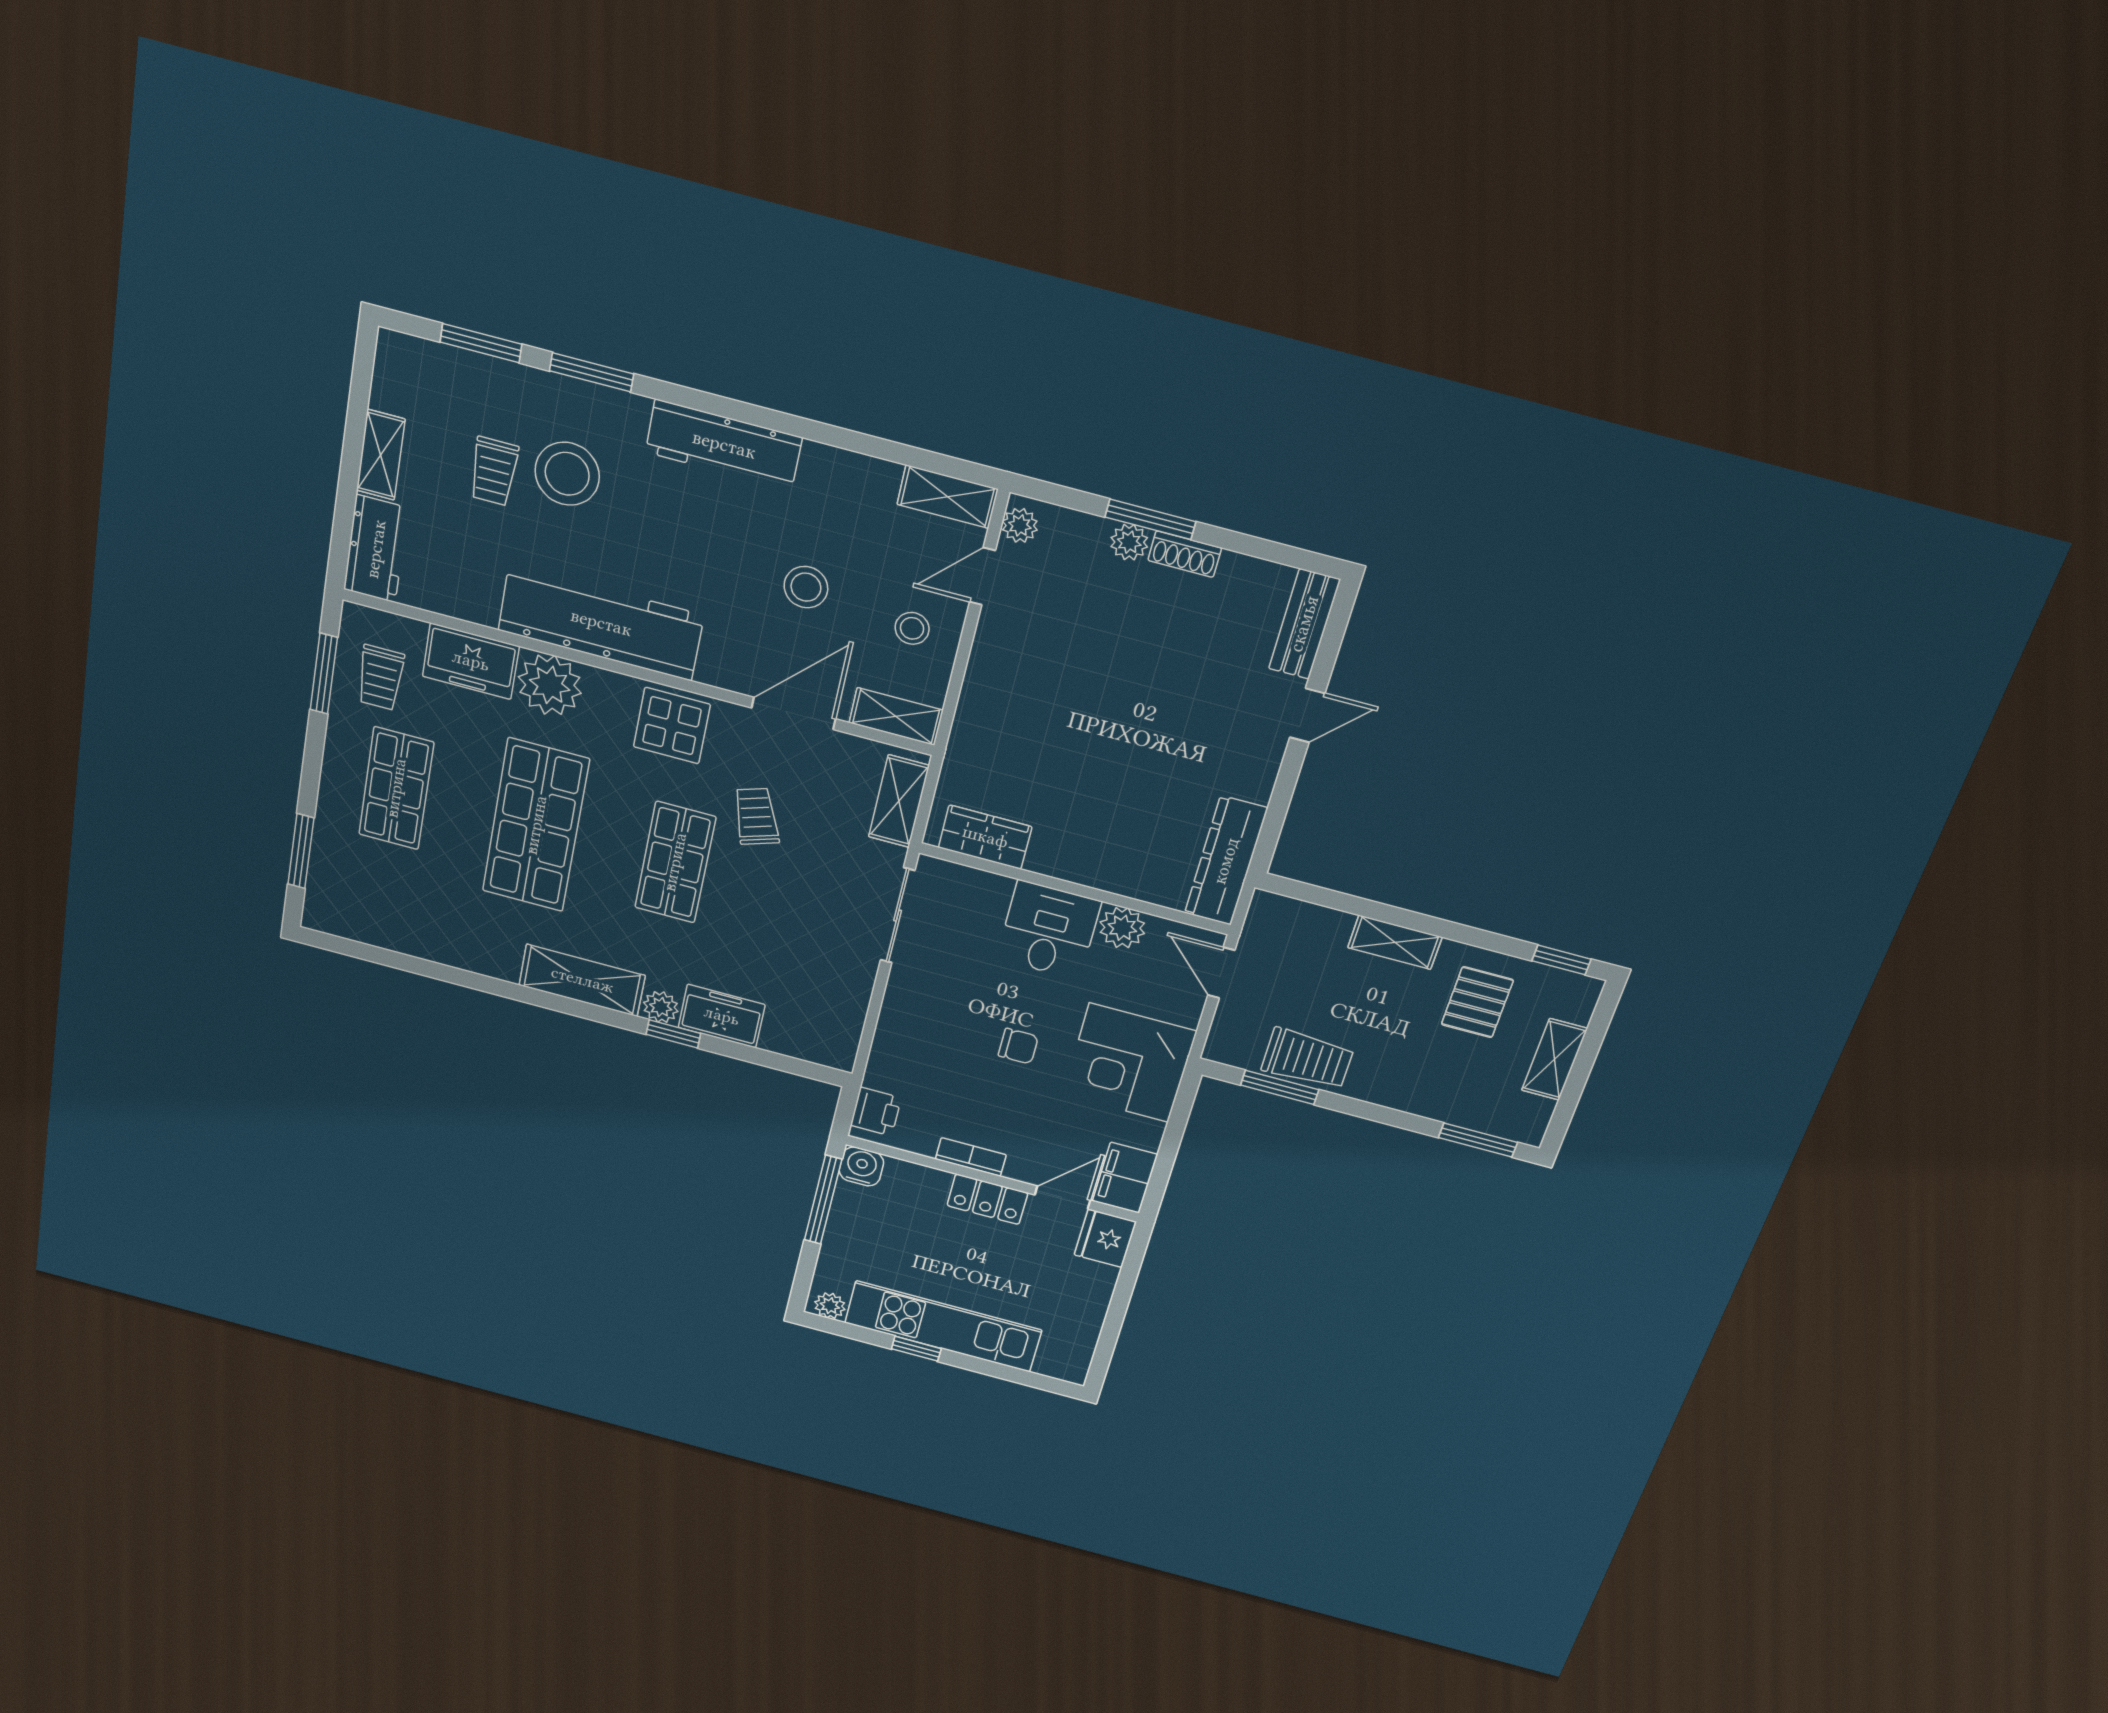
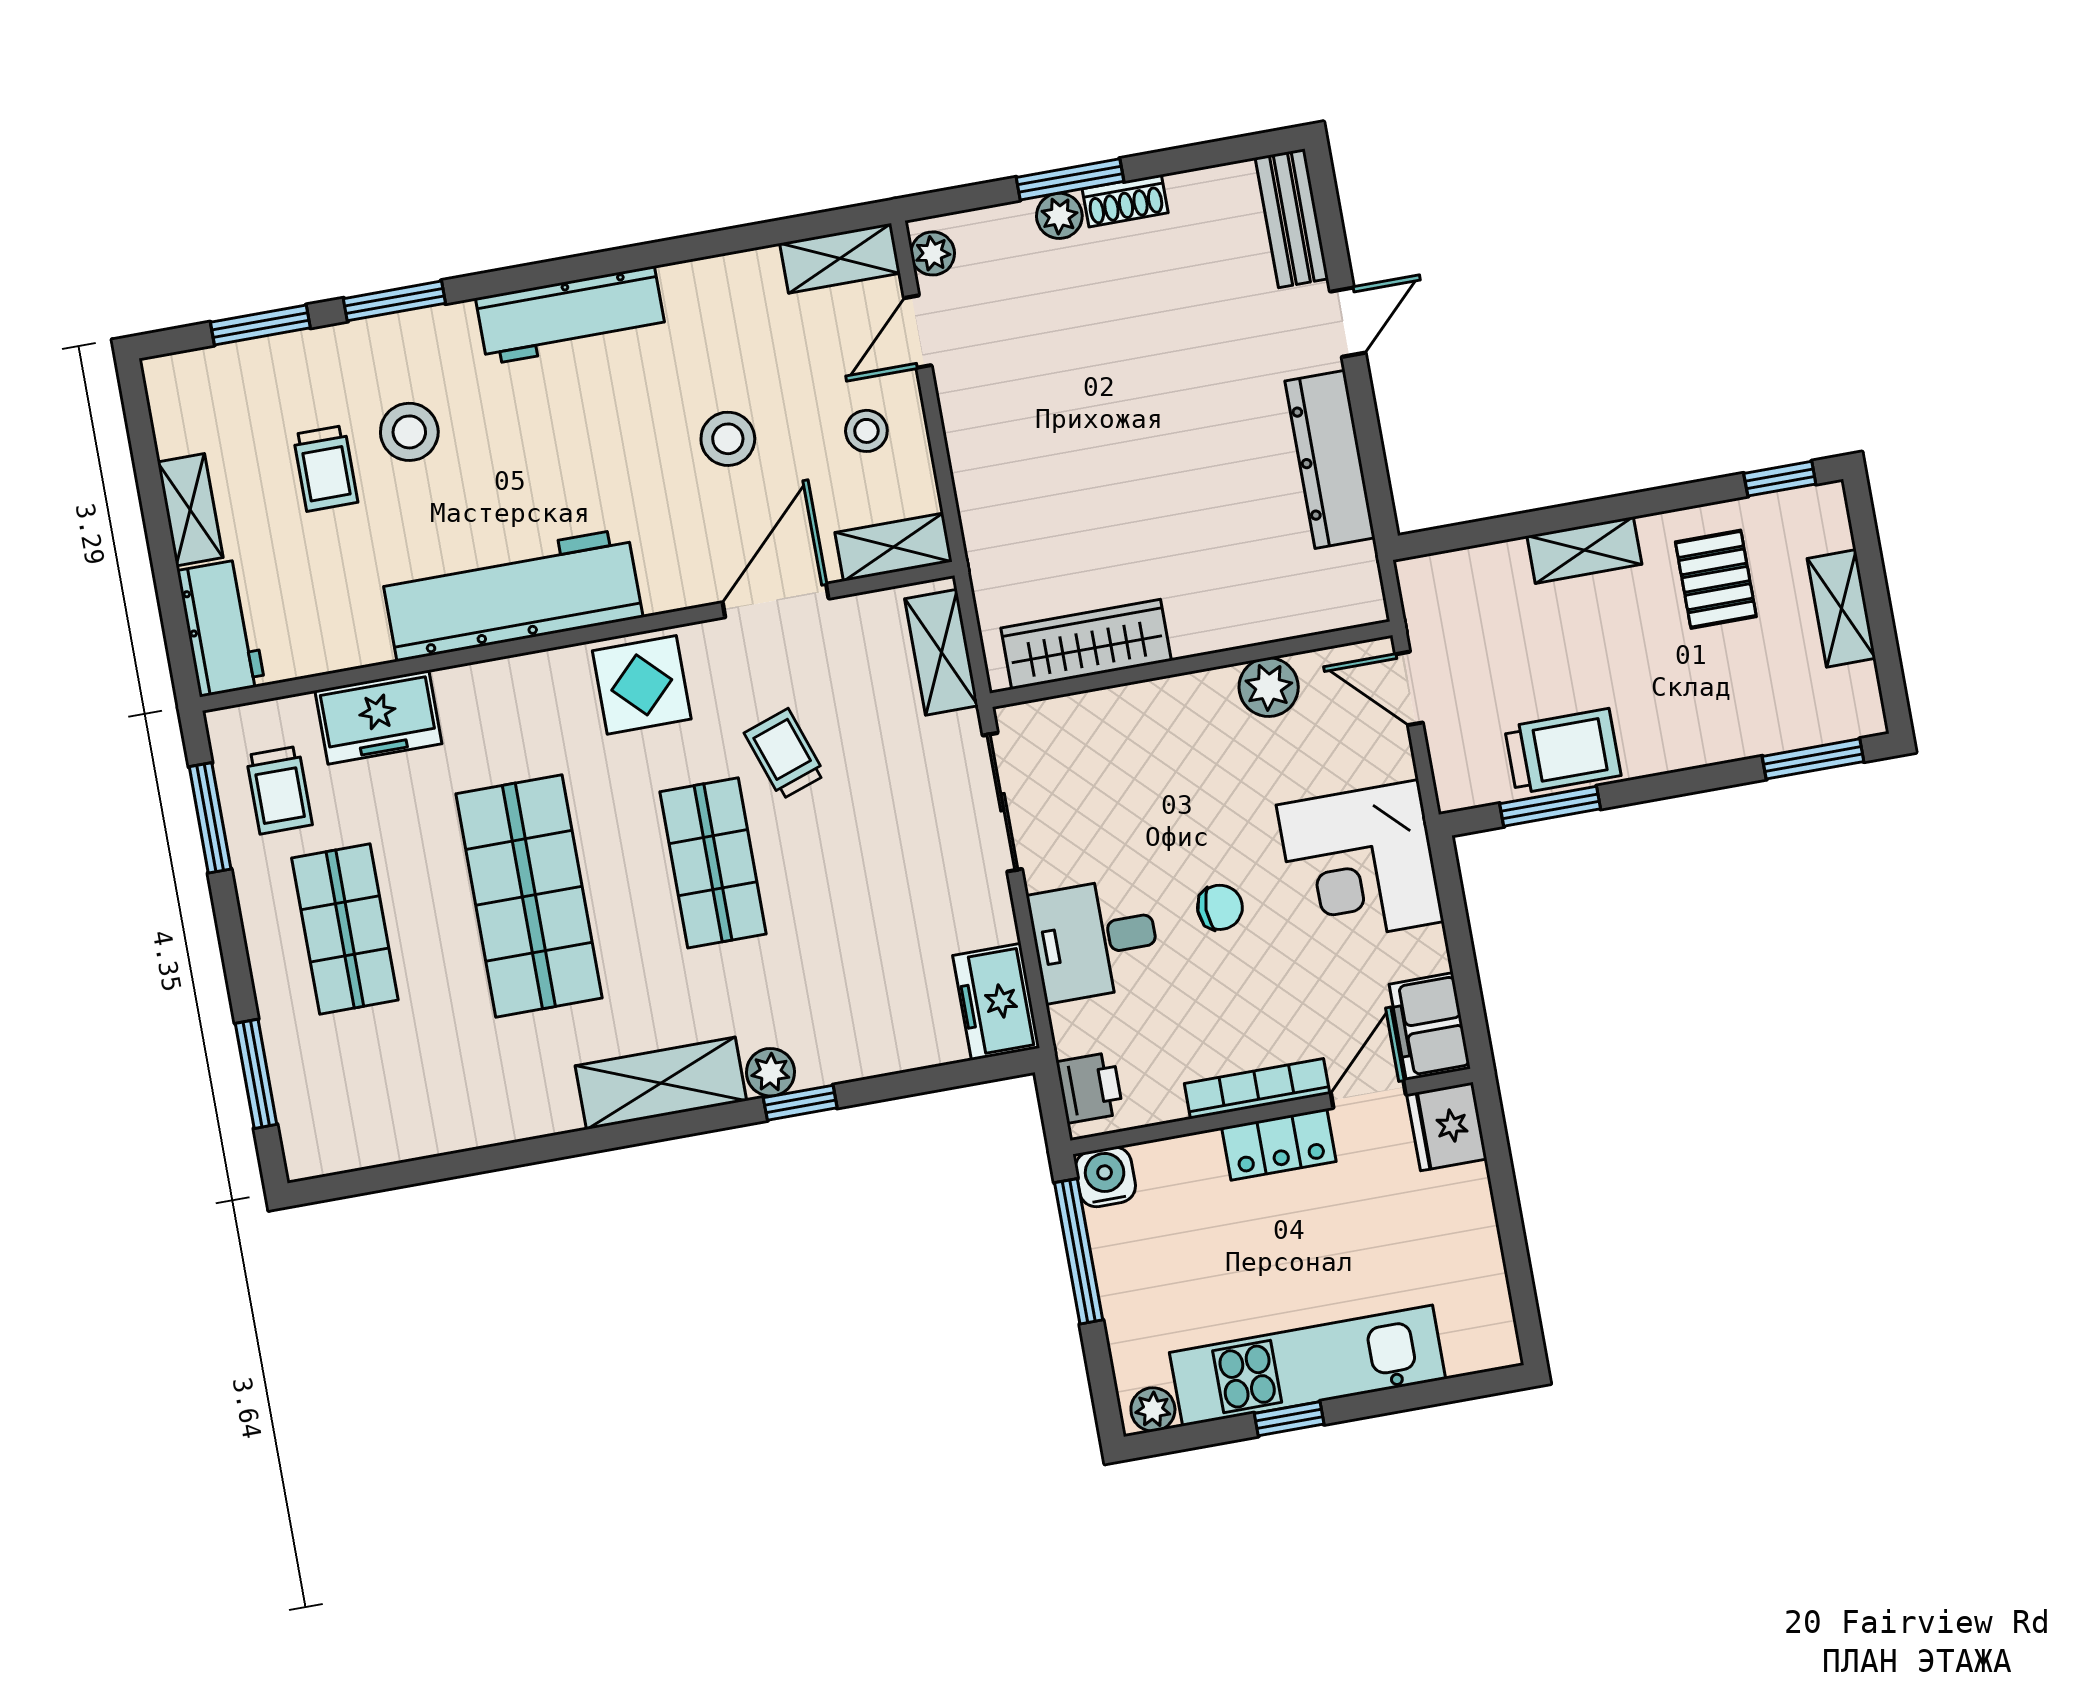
stool: (567, 474) -> (409, 432), width x0.73, depth x0.73
plant: (550, 685) -> (481, 702), removed
wardrobe: (985, 837) -> (1086, 644), width x1.50
dresser: (1226, 861) -> (1330, 459), moved
desk: (1049, 930) -> (1095, 939), moved, turned -90
freezer: (722, 1016) -> (996, 1002), moved, turned -90
bookcase: (971, 1157) -> (1257, 1089), width x1.56

